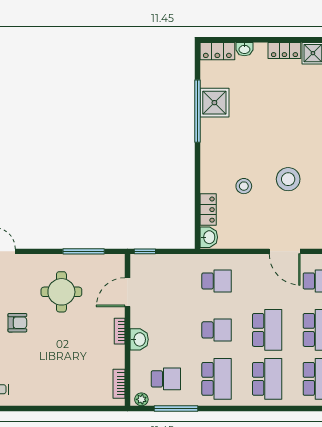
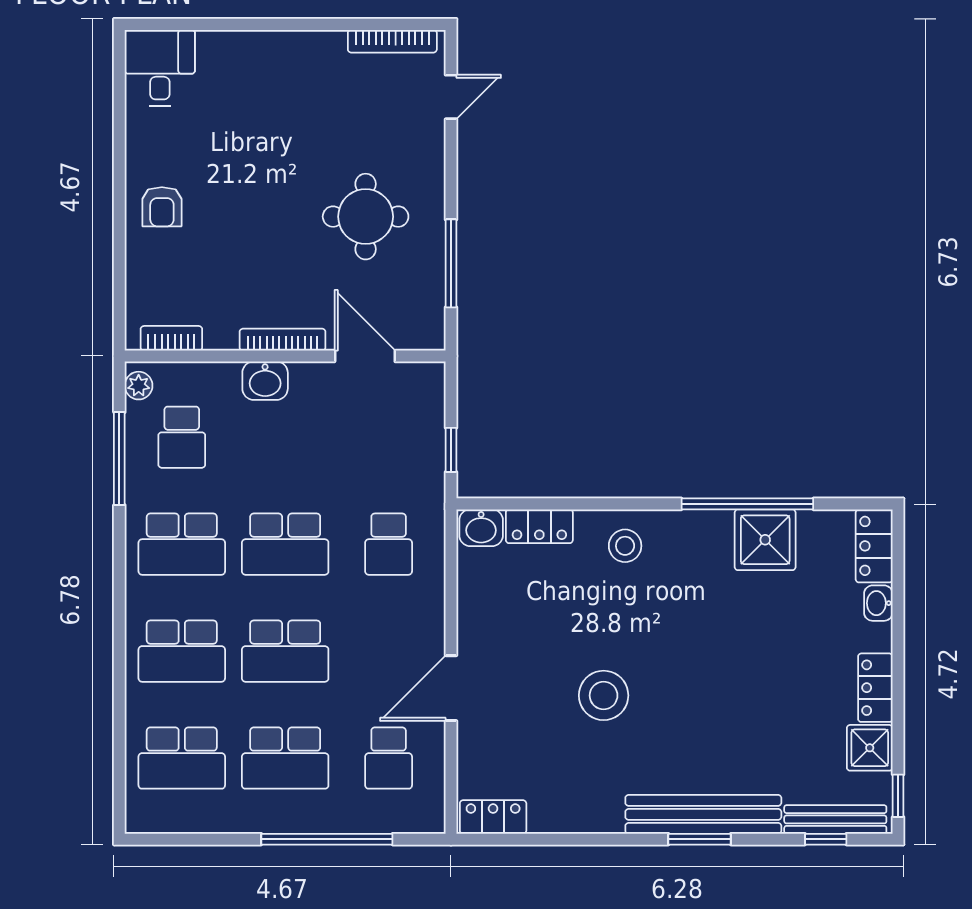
stool: (244, 186) -> (625, 546), moved
window: (145, 251) -> (451, 450), moved
armchair: (17, 323) -> (162, 207), moved
school desk: (217, 330) -> (285, 544), width x1.85
bookcase: (120, 331) -> (283, 340), width x1.56

